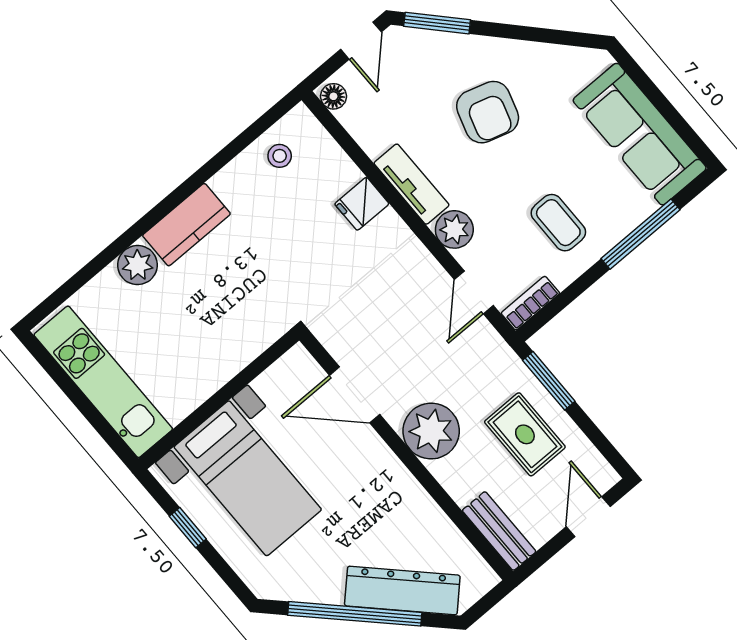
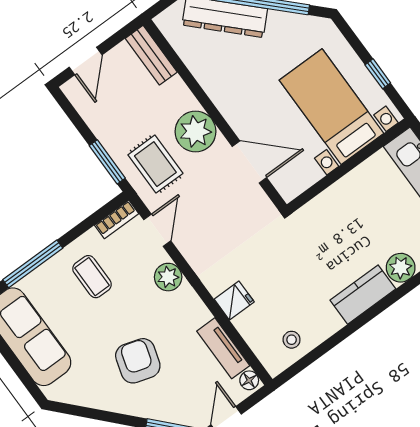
tv unit: (412, 184) -> (223, 348), moved
rug: (525, 434) -> (155, 164), moved

